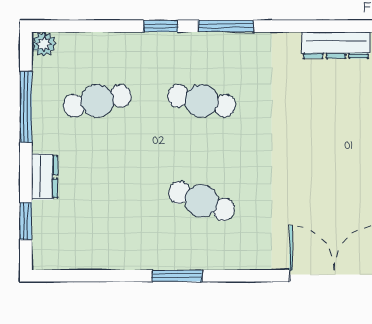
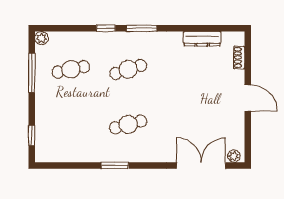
cafe table: (201, 101) -> (128, 69), turned -30
dresser: (45, 177) -> (42, 111), removed
cafe table: (201, 201) -> (128, 124), turned -36

